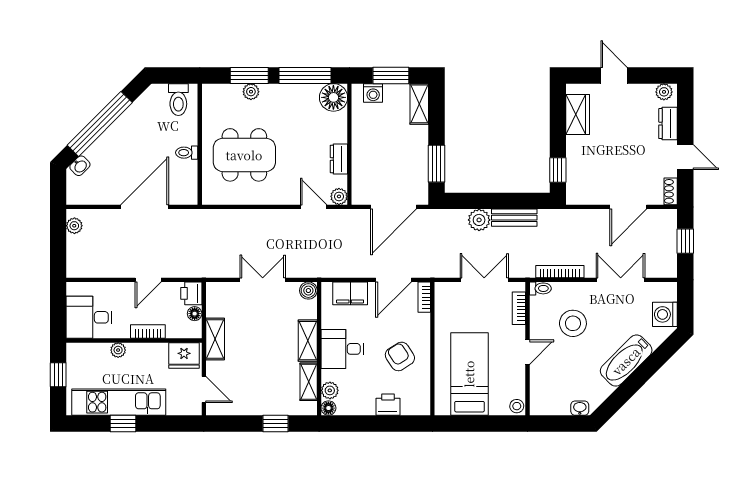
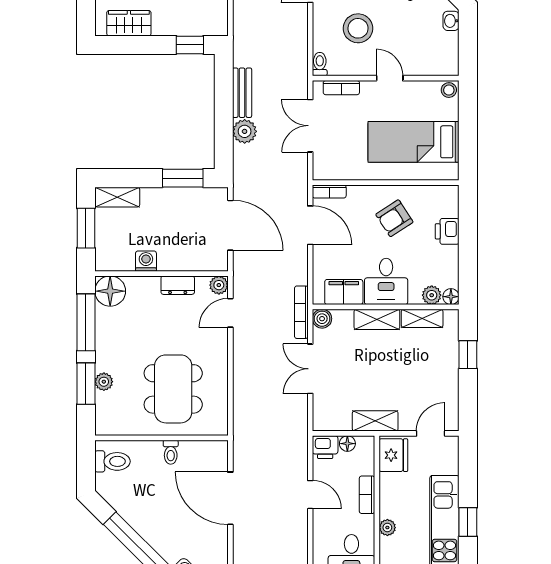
washing machine: (373, 93) -> (146, 261), moved, turned -90
bookcase: (560, 272) -> (301, 312), moved
filing cabinet: (350, 293) -> (344, 292), moved, turned -90

